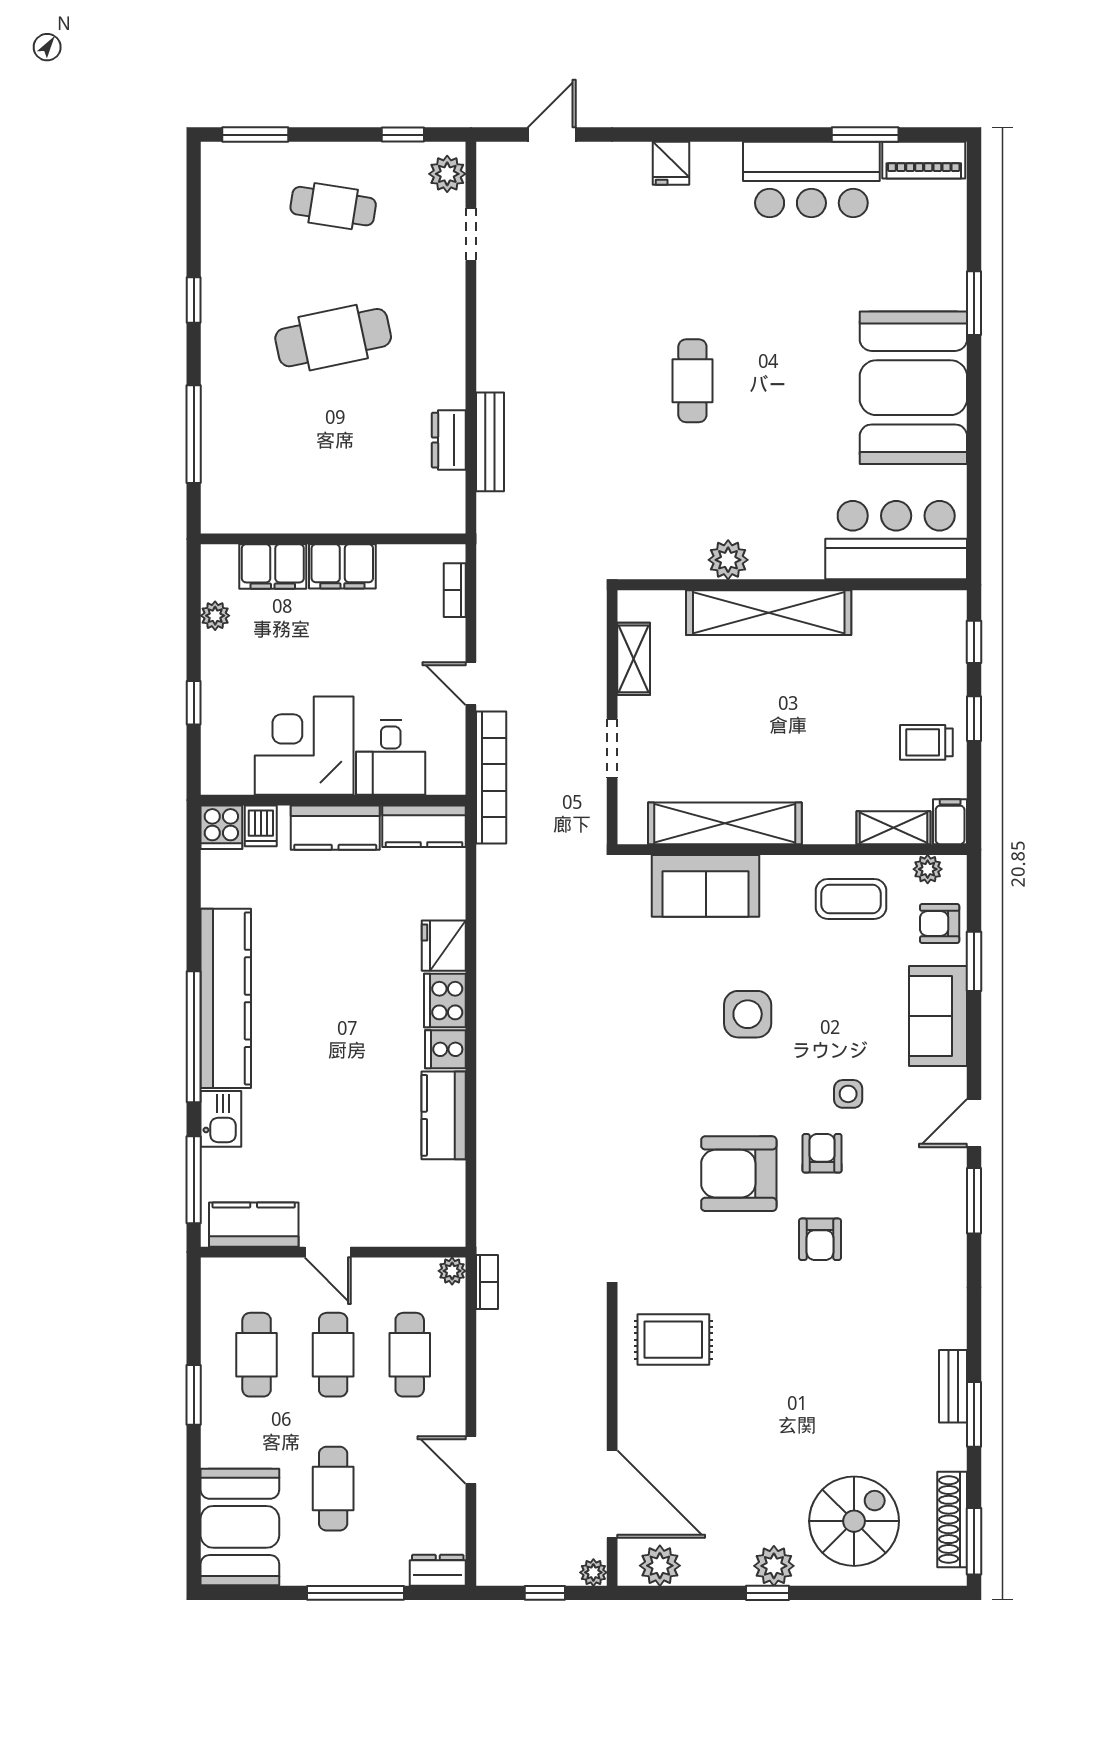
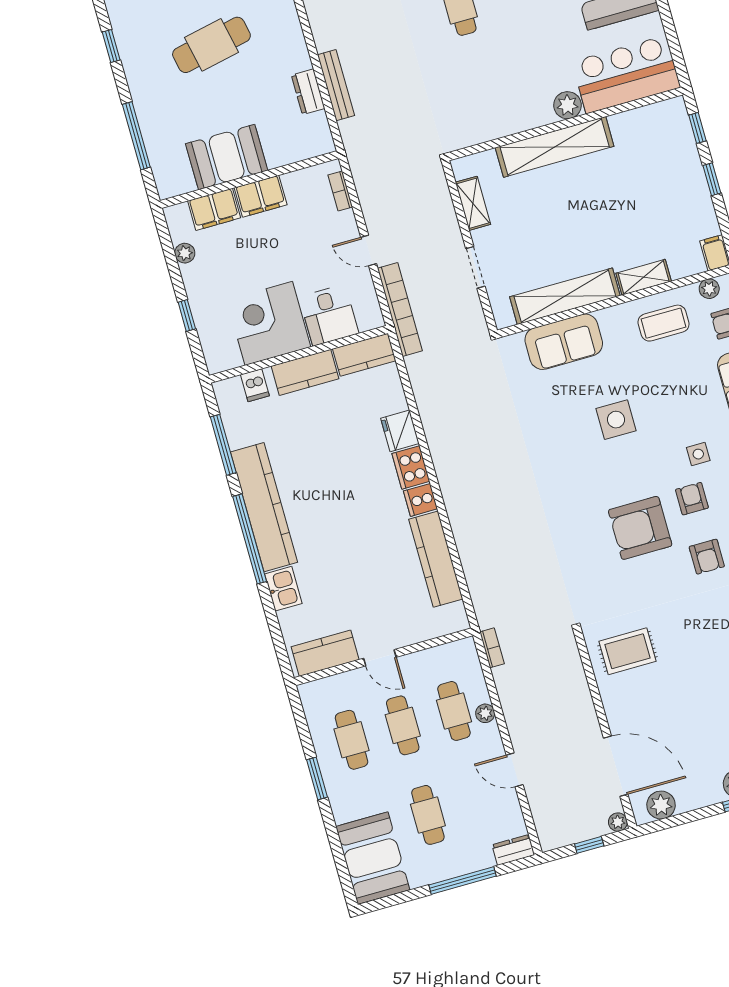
booth: (310, 499) -> (227, 157), added
plant: (728, 560) -> (567, 105), moved
trolley: (926, 742) -> (684, 204), removed
cooker: (221, 827) -> (229, 394), removed
shelving: (893, 828) -> (644, 277), moved
kitchen counter: (444, 1115) -> (436, 559), width x1.50
window: (194, 1180) -> (223, 445), moved
plant: (452, 1271) -> (485, 713), moved

